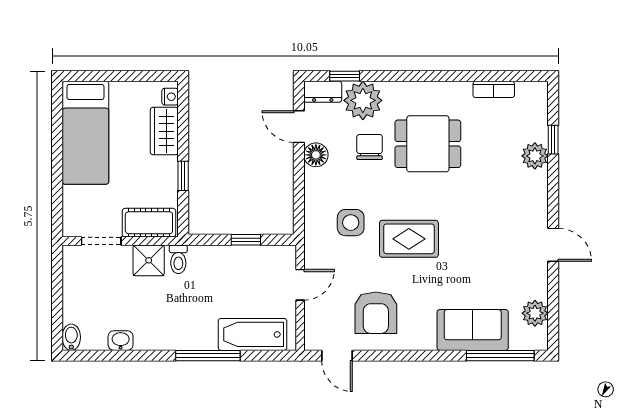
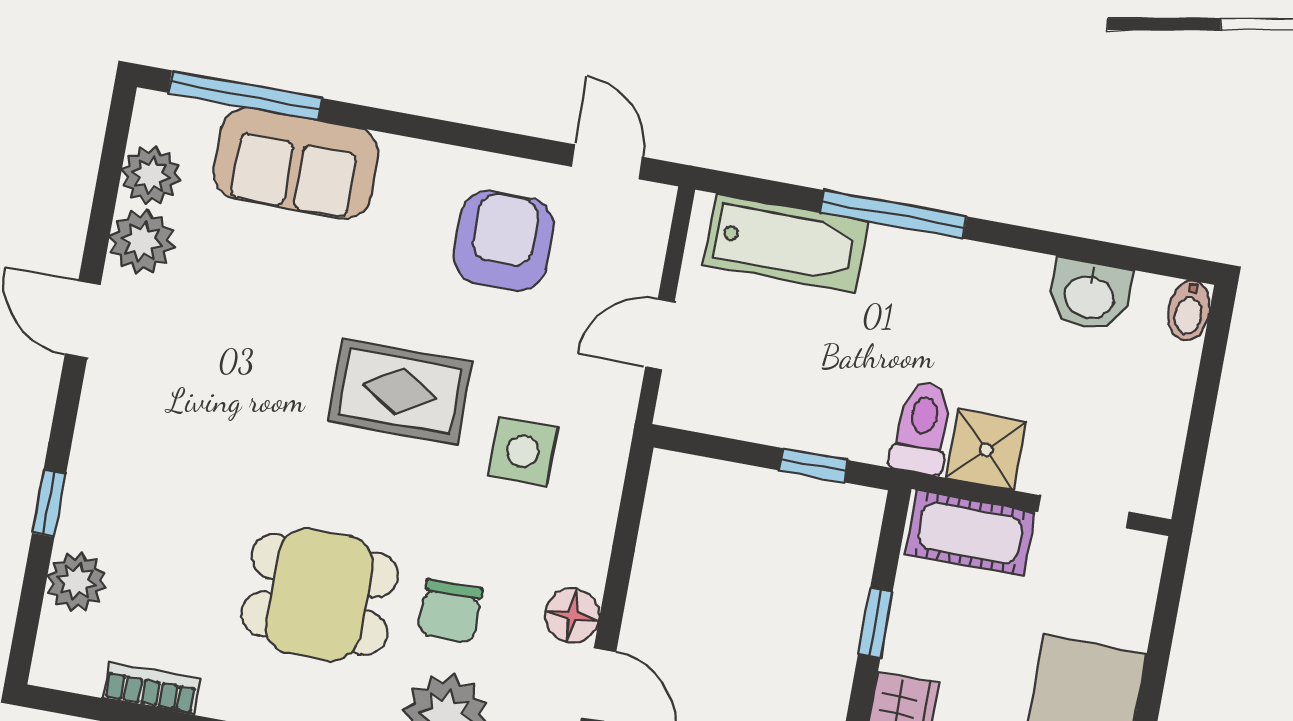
window: (553, 140) -> (49, 503), moved
plant: (535, 156) -> (77, 582), moved
window: (246, 240) -> (813, 465), moved
toilet: (178, 259) -> (922, 428), width x1.37, depth x1.39
plant: (534, 284) -> (142, 241), added
washbasin: (121, 341) -> (1090, 295), width x1.38, depth x1.45

